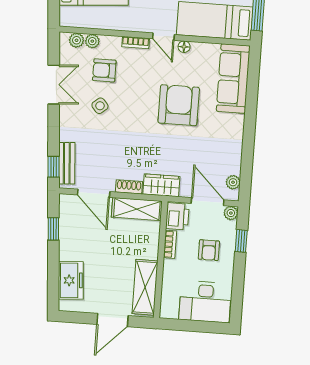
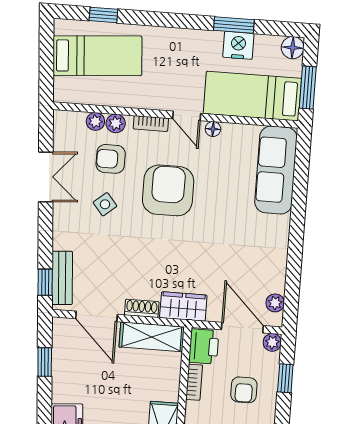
plant: (77, 40) -> (116, 123), moved
armchair: (179, 105) -> (168, 190), moved

